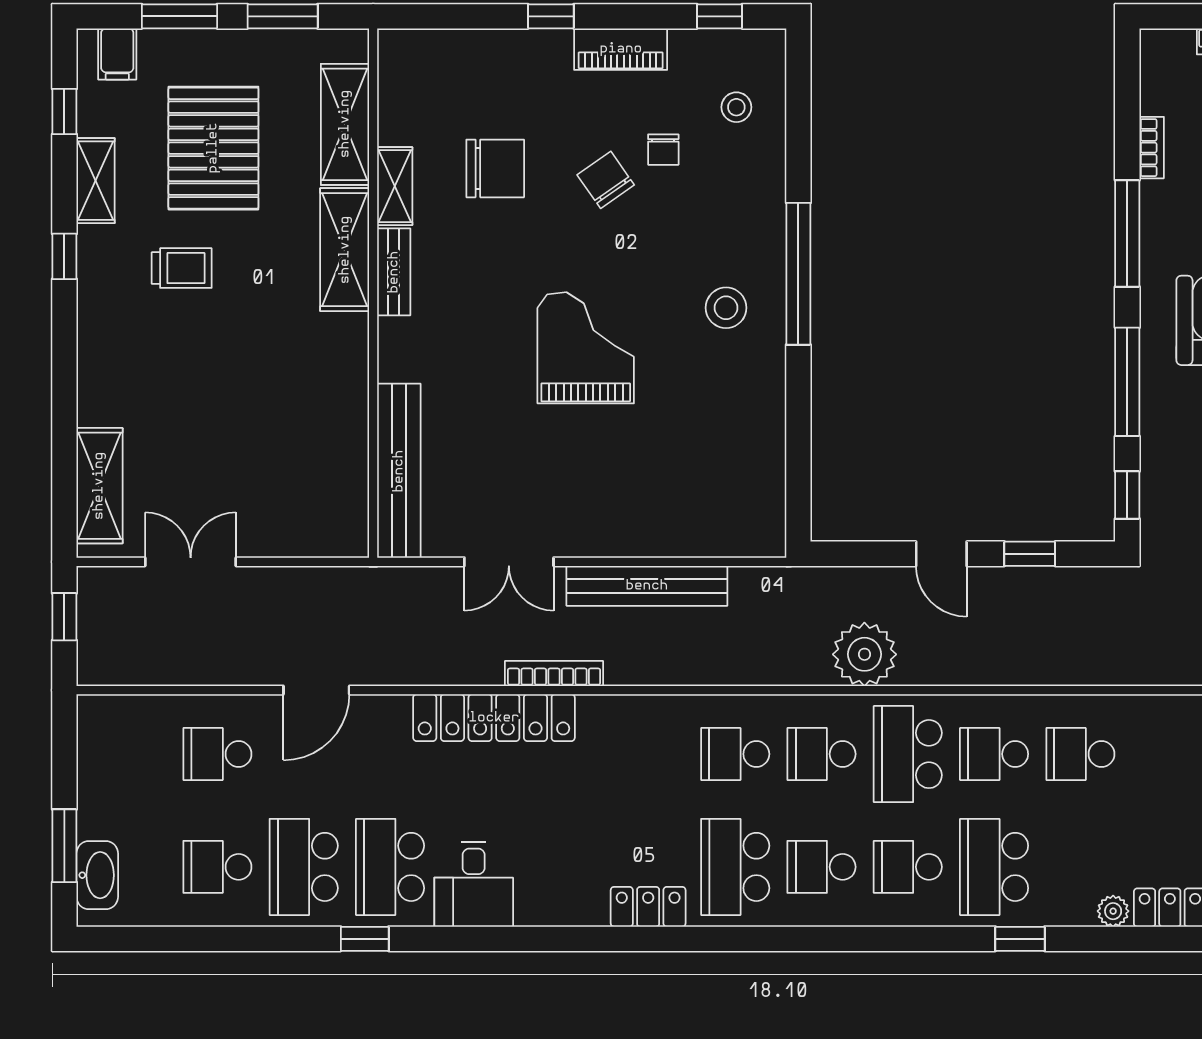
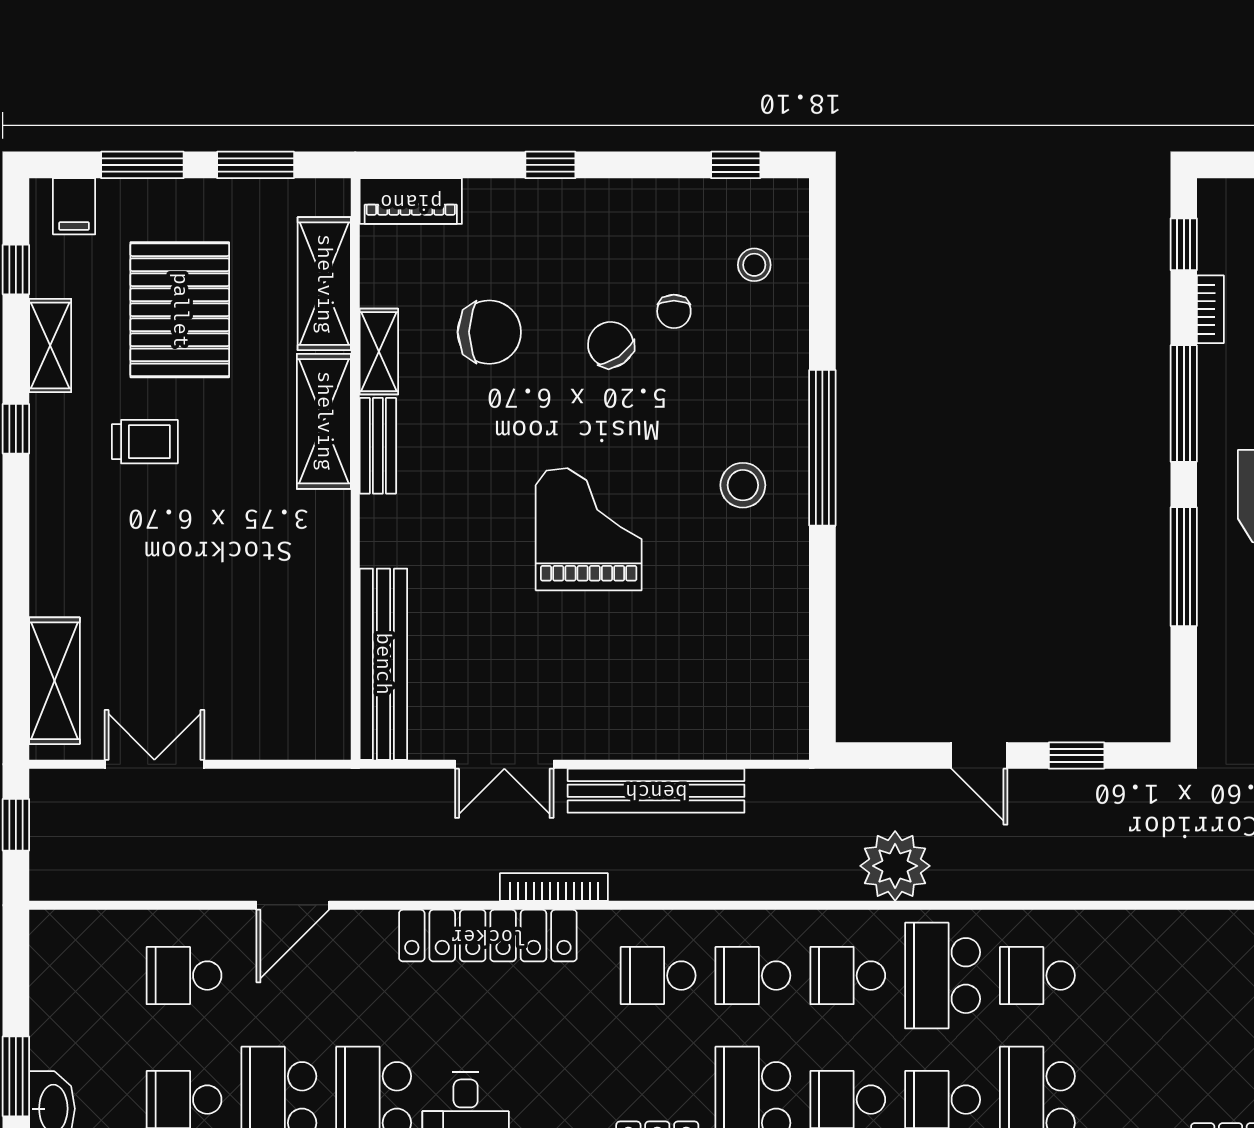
piano: (621, 49) -> (411, 201), moved
window: (1127, 495) -> (1184, 244), moved
school desk: (1080, 754) -> (658, 976), moved

